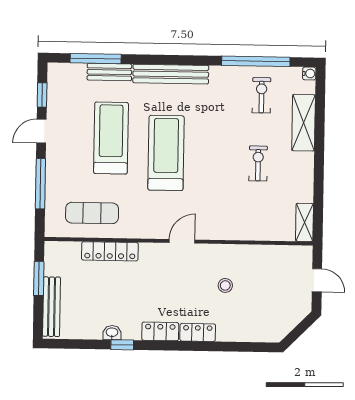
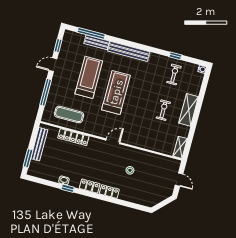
window: (256, 61) -> (175, 56), width x0.32
shelving: (304, 123) -> (189, 110), moved
window: (39, 279) -> (28, 158), moved
bench: (51, 307) -> (39, 144), moved

